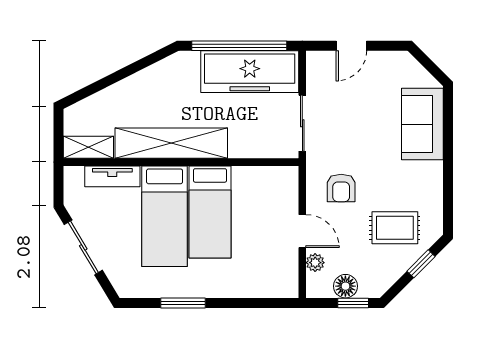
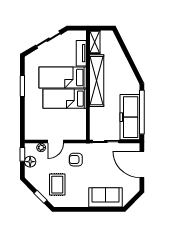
door: (351, 46) -> (142, 164), width x1.88
window: (353, 303) -> (22, 154), moved

